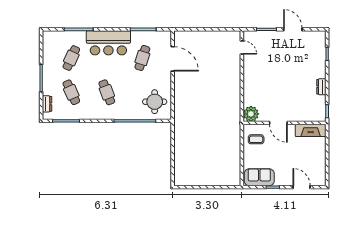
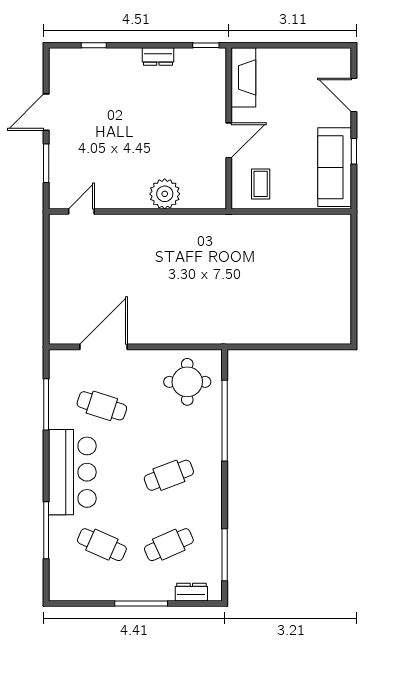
plant: (251, 114) -> (165, 194), moved
sofa: (259, 177) -> (335, 167), width x1.36
door: (302, 187) -> (354, 95), hinge flipped

